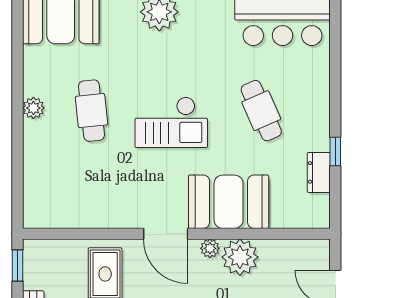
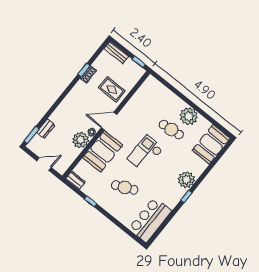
plant: (33, 108) -> (189, 116), width x1.87, depth x1.87
dresser: (319, 172) -> (76, 180), moved

